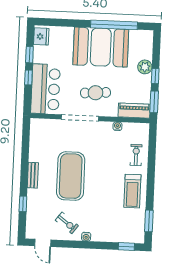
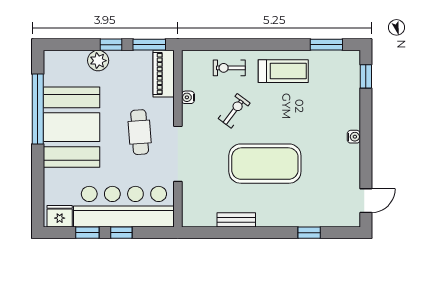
bar counter: (45, 89) -> (124, 207), width x1.36
bench: (33, 175) -> (236, 220), moved
exercise bike: (67, 223) -> (234, 111), moved

